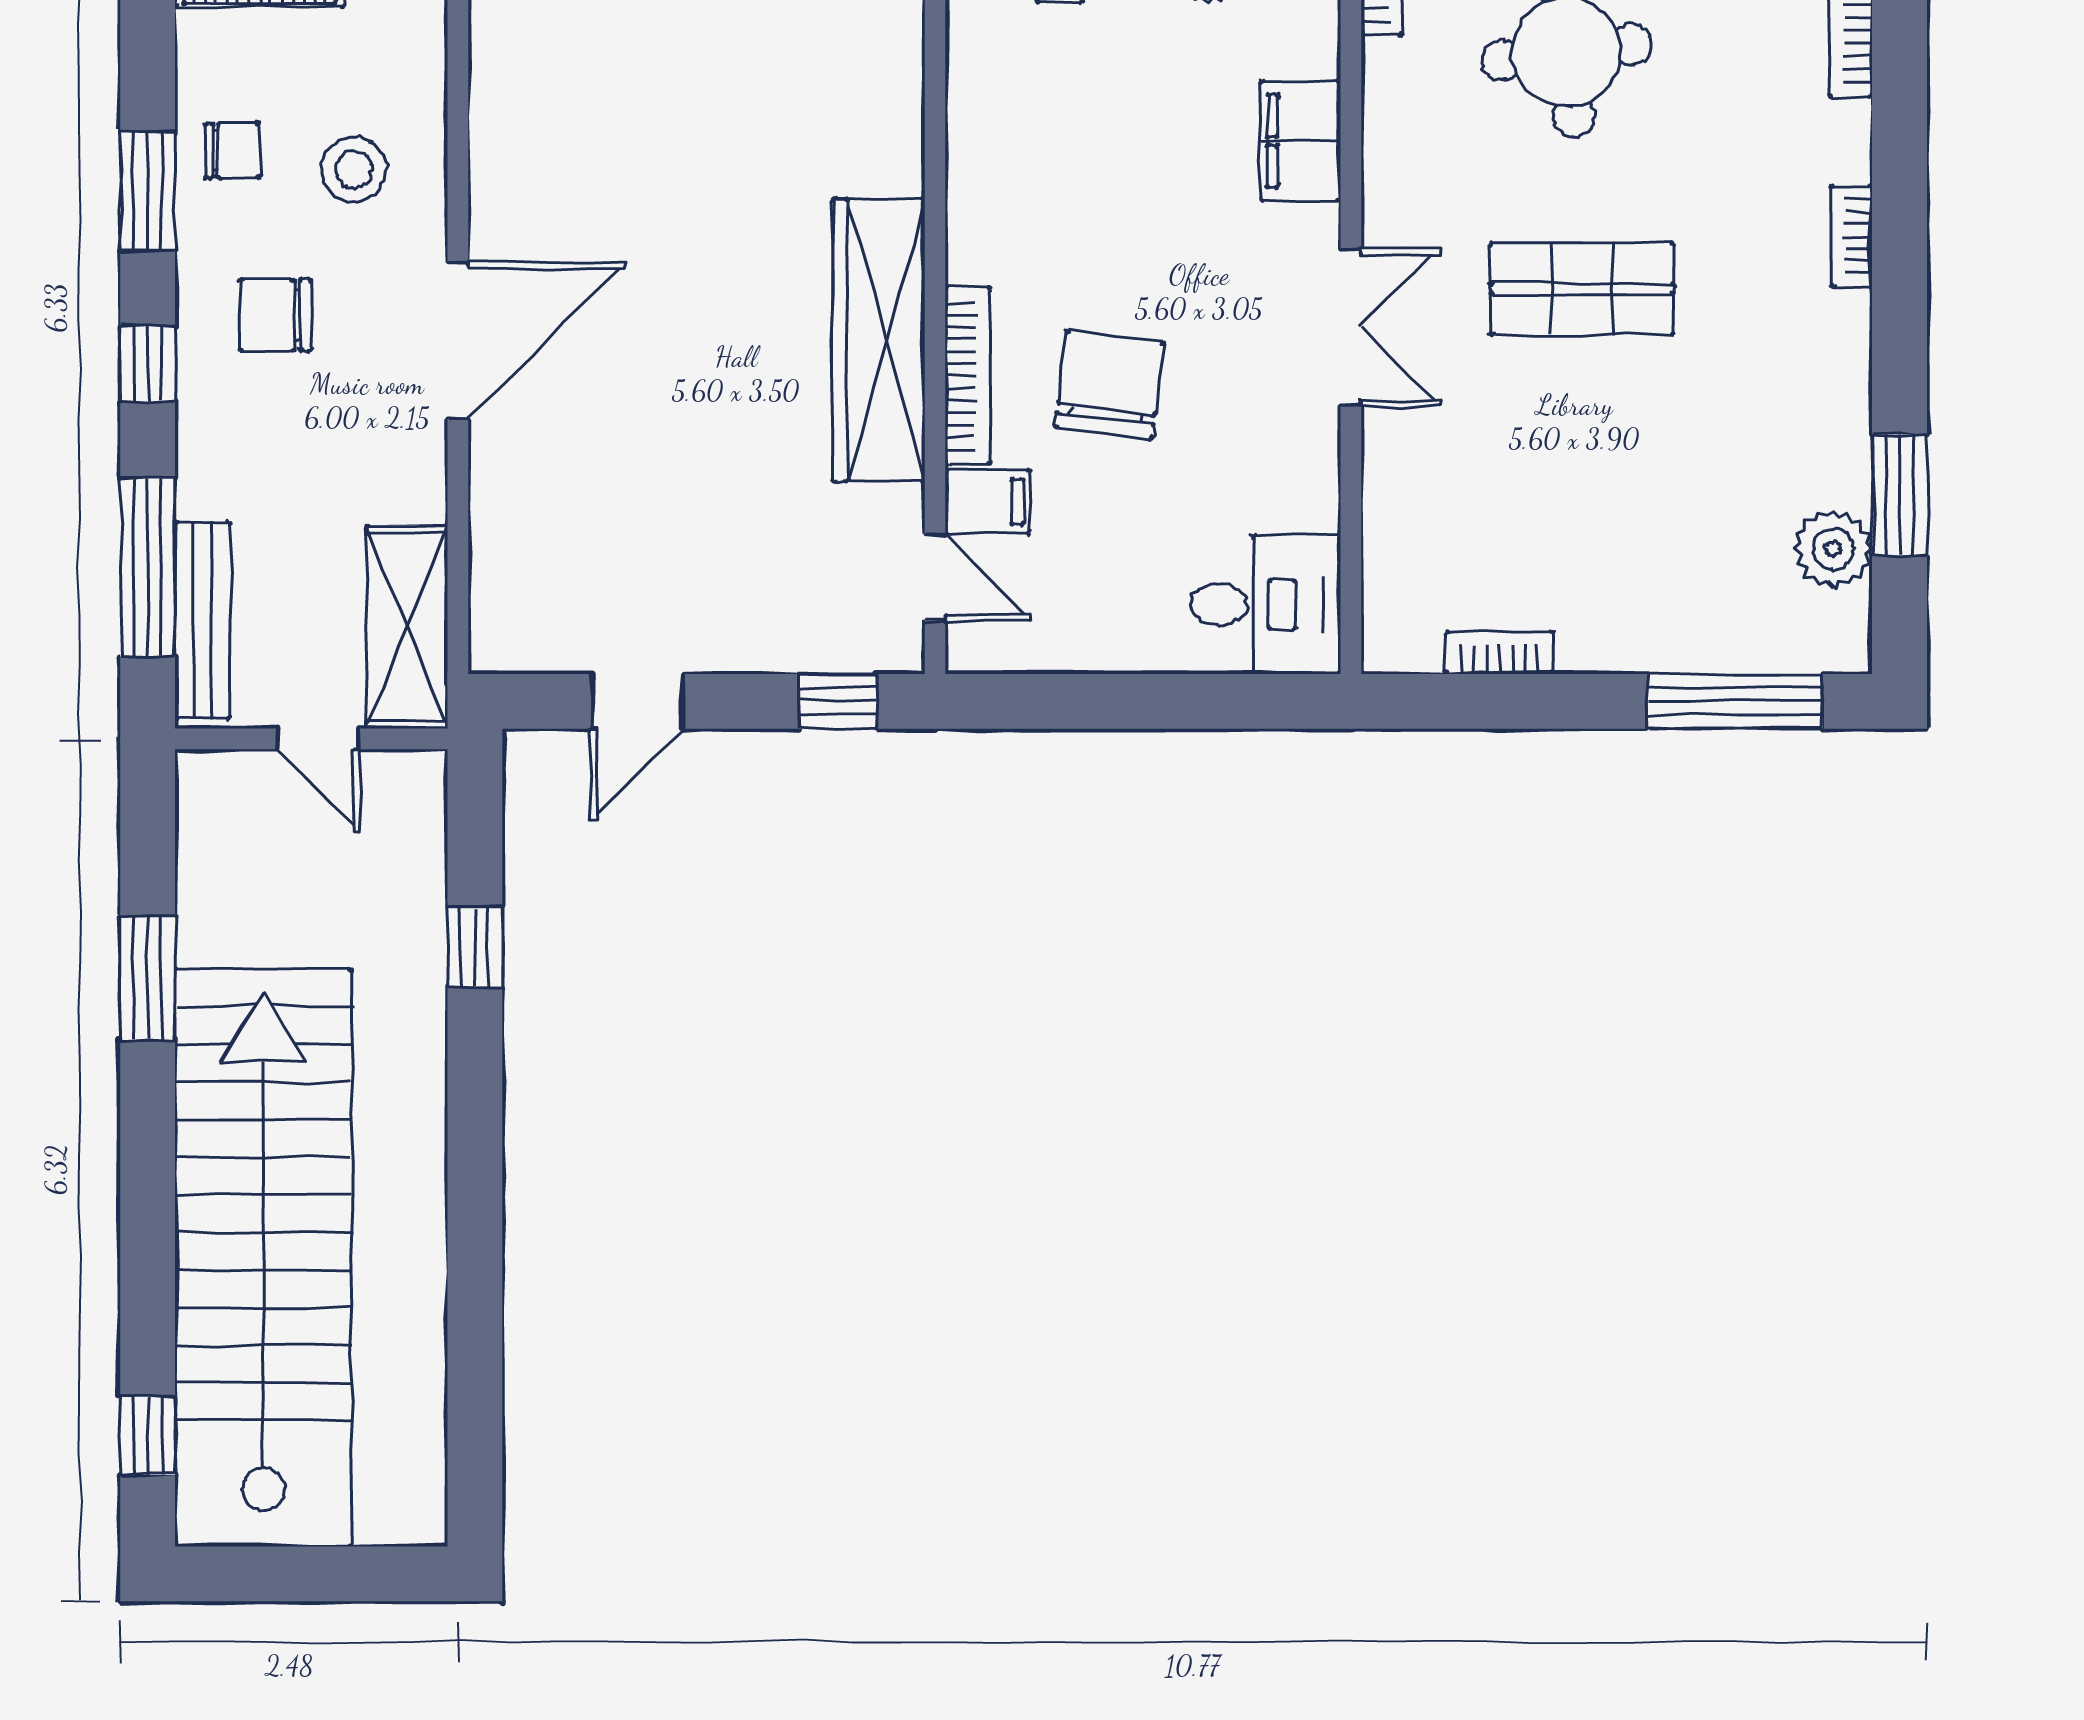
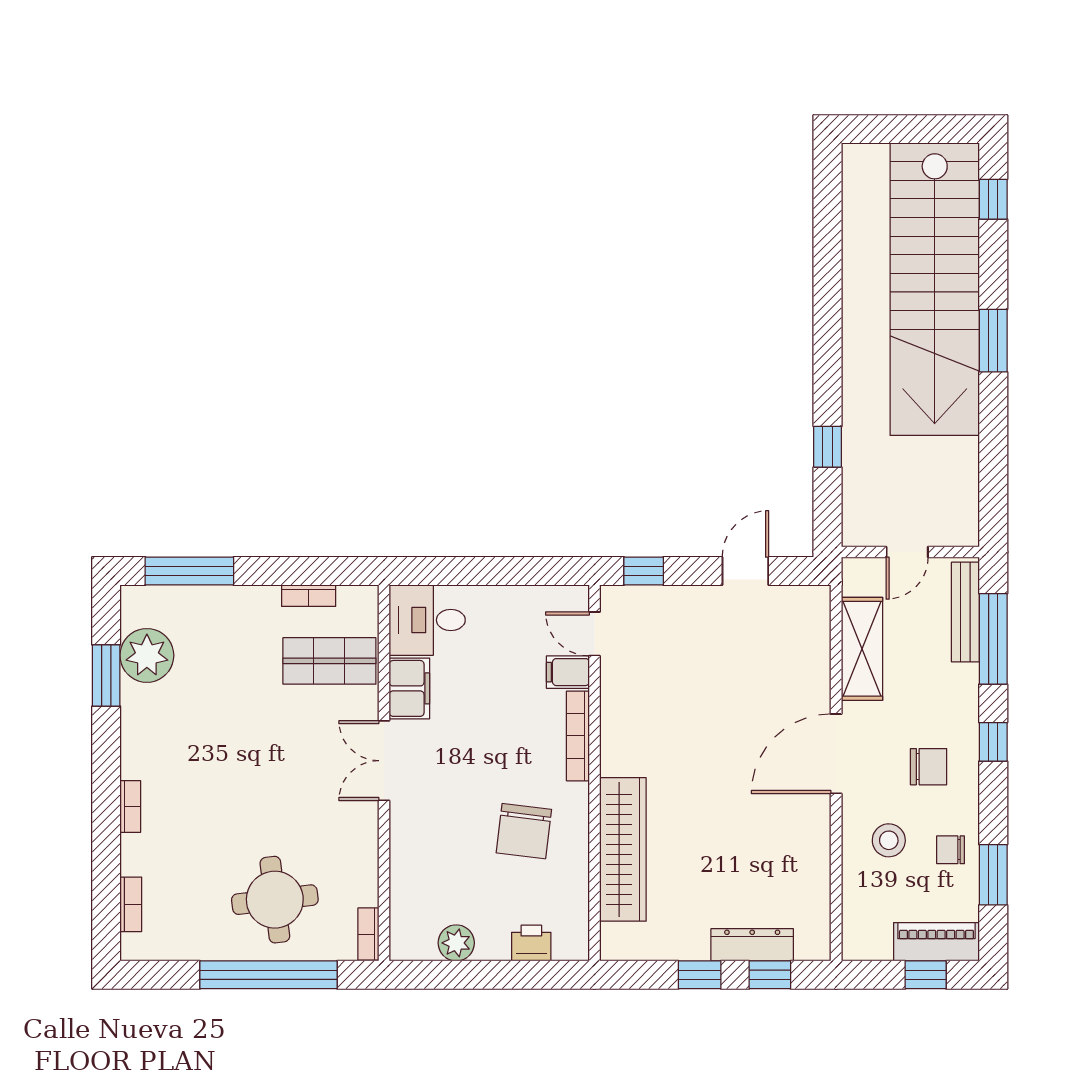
filing cabinet: (1301, 141) -> (409, 688), moved
window: (148, 191) -> (993, 875), moved
shop shelf: (1582, 289) -> (329, 661), moved
wardrobe: (879, 340) -> (623, 849), moved
chair: (1109, 385) -> (524, 831), moved
plant: (1833, 549) -> (147, 655), width x1.36, depth x1.36
shelving: (407, 627) -> (862, 649), moved
door: (318, 739) -> (907, 552), swing flipped
window: (148, 978) -> (993, 341), moved

